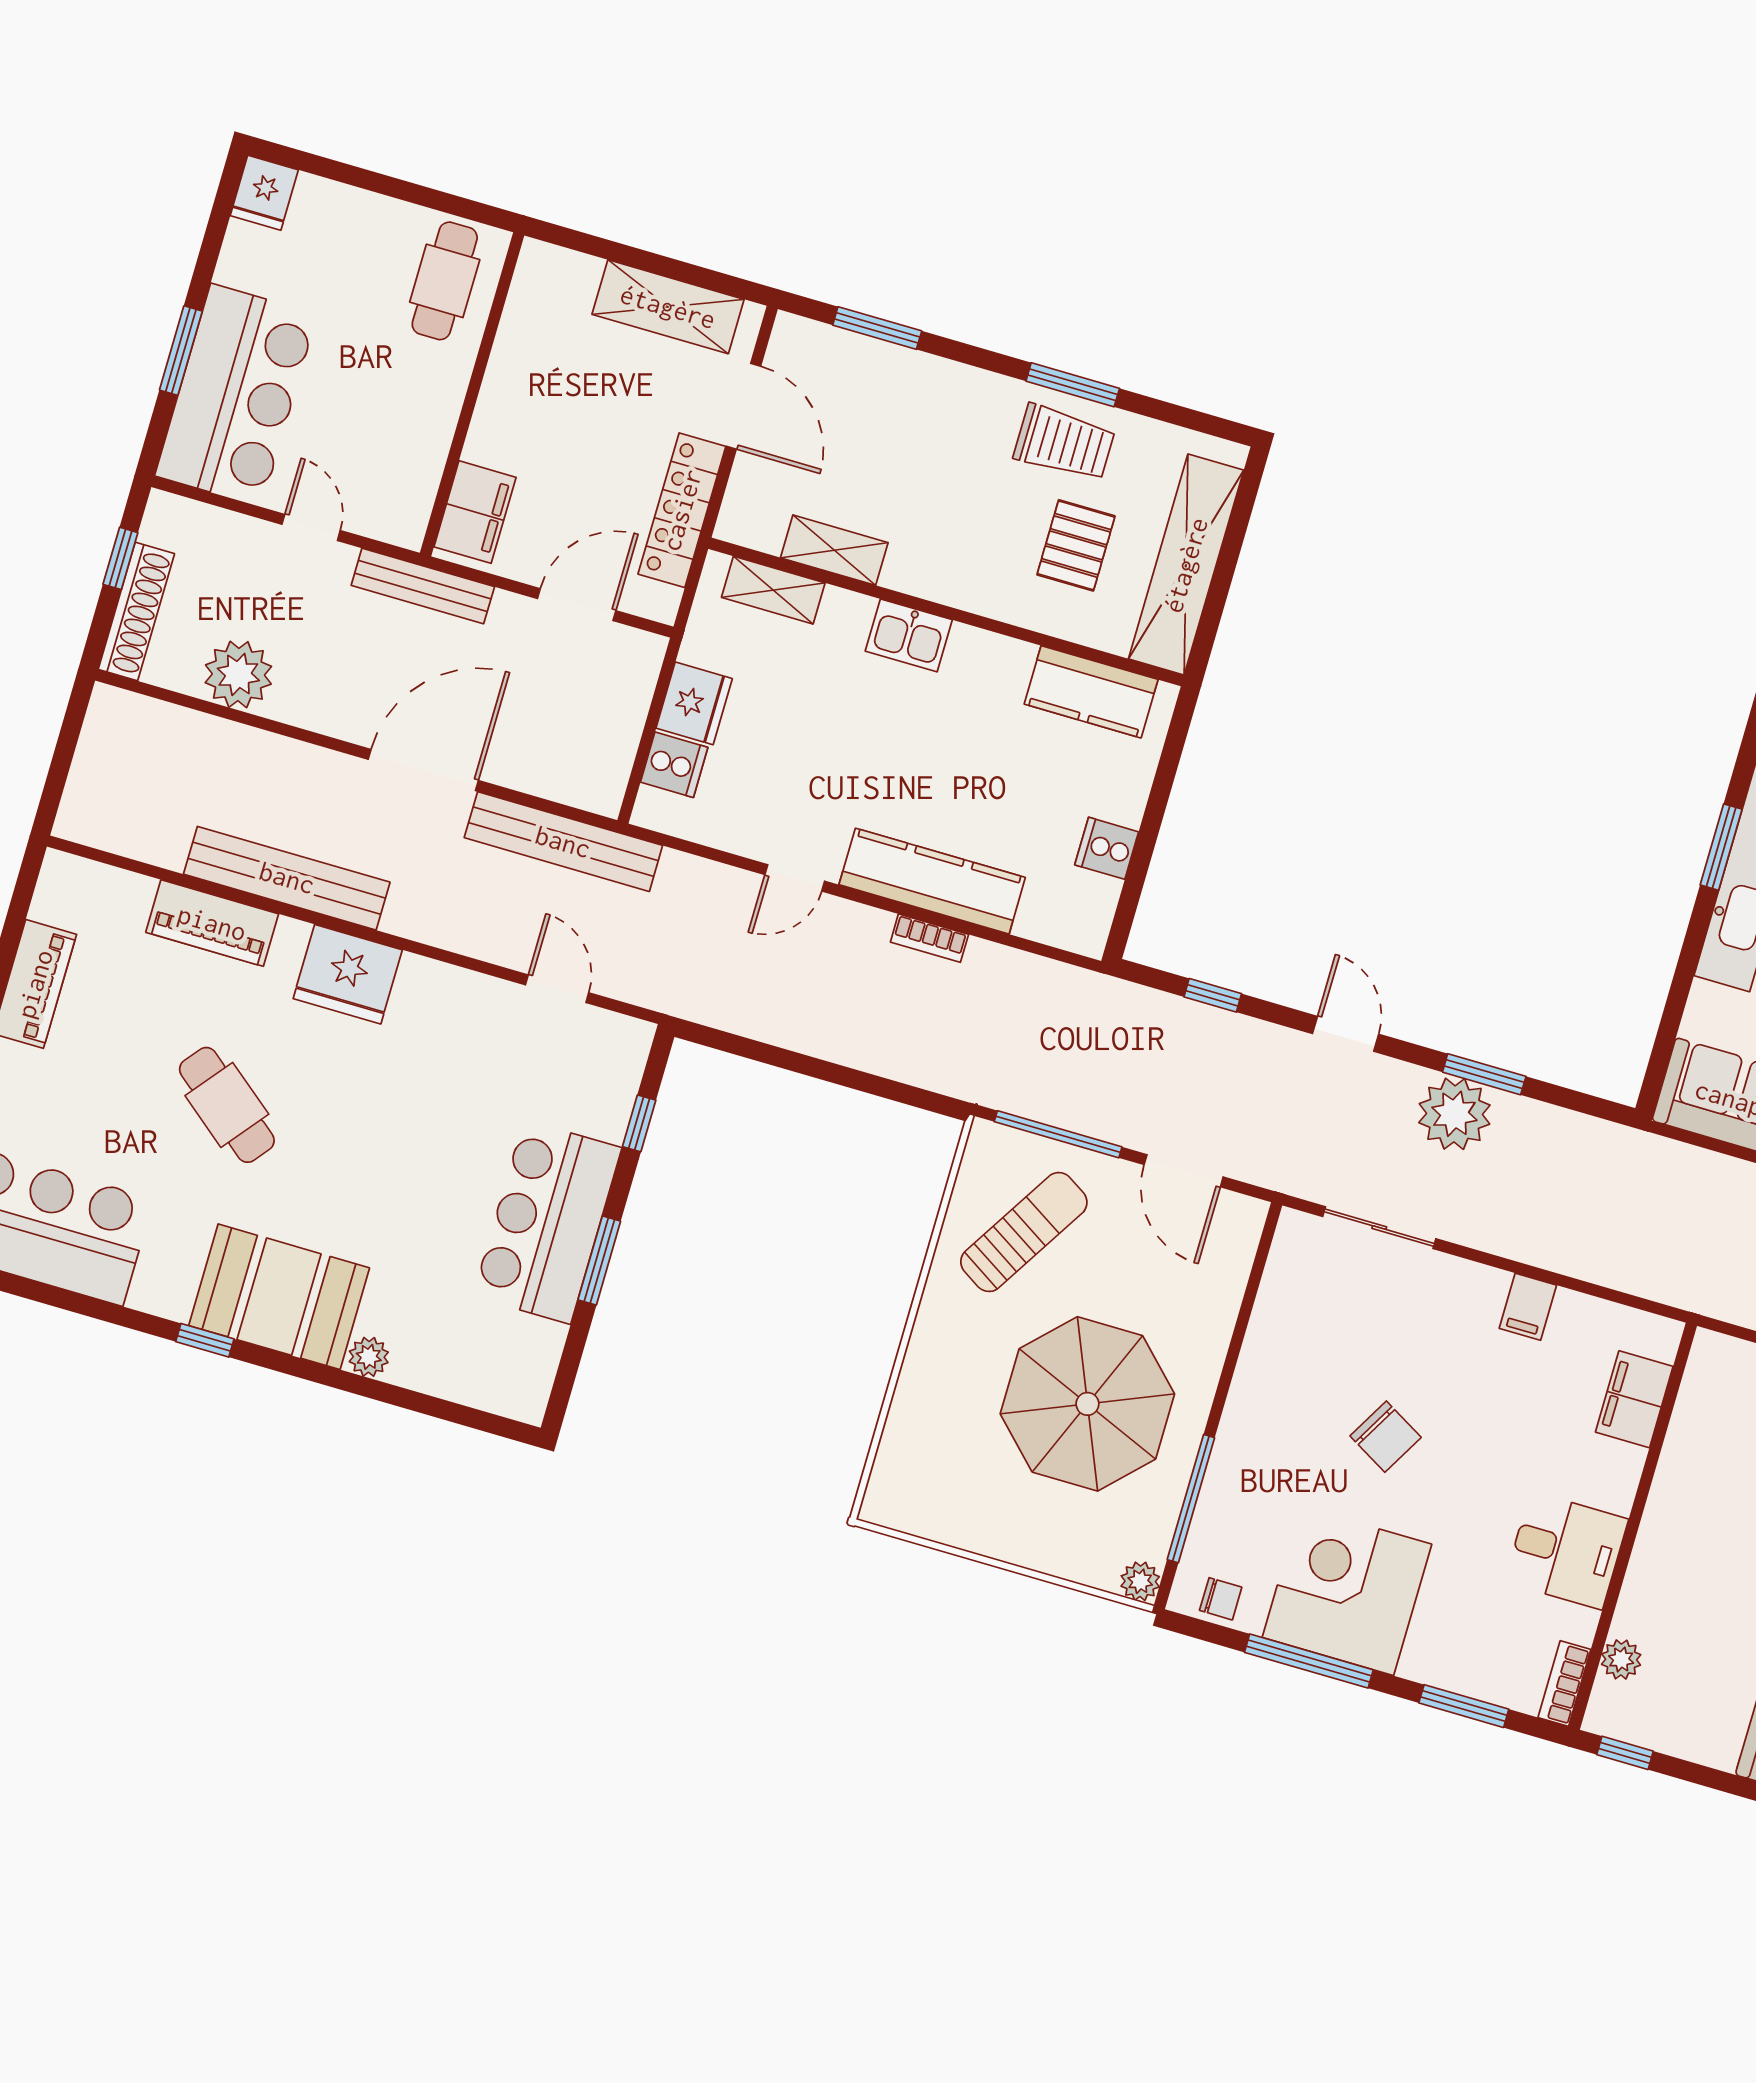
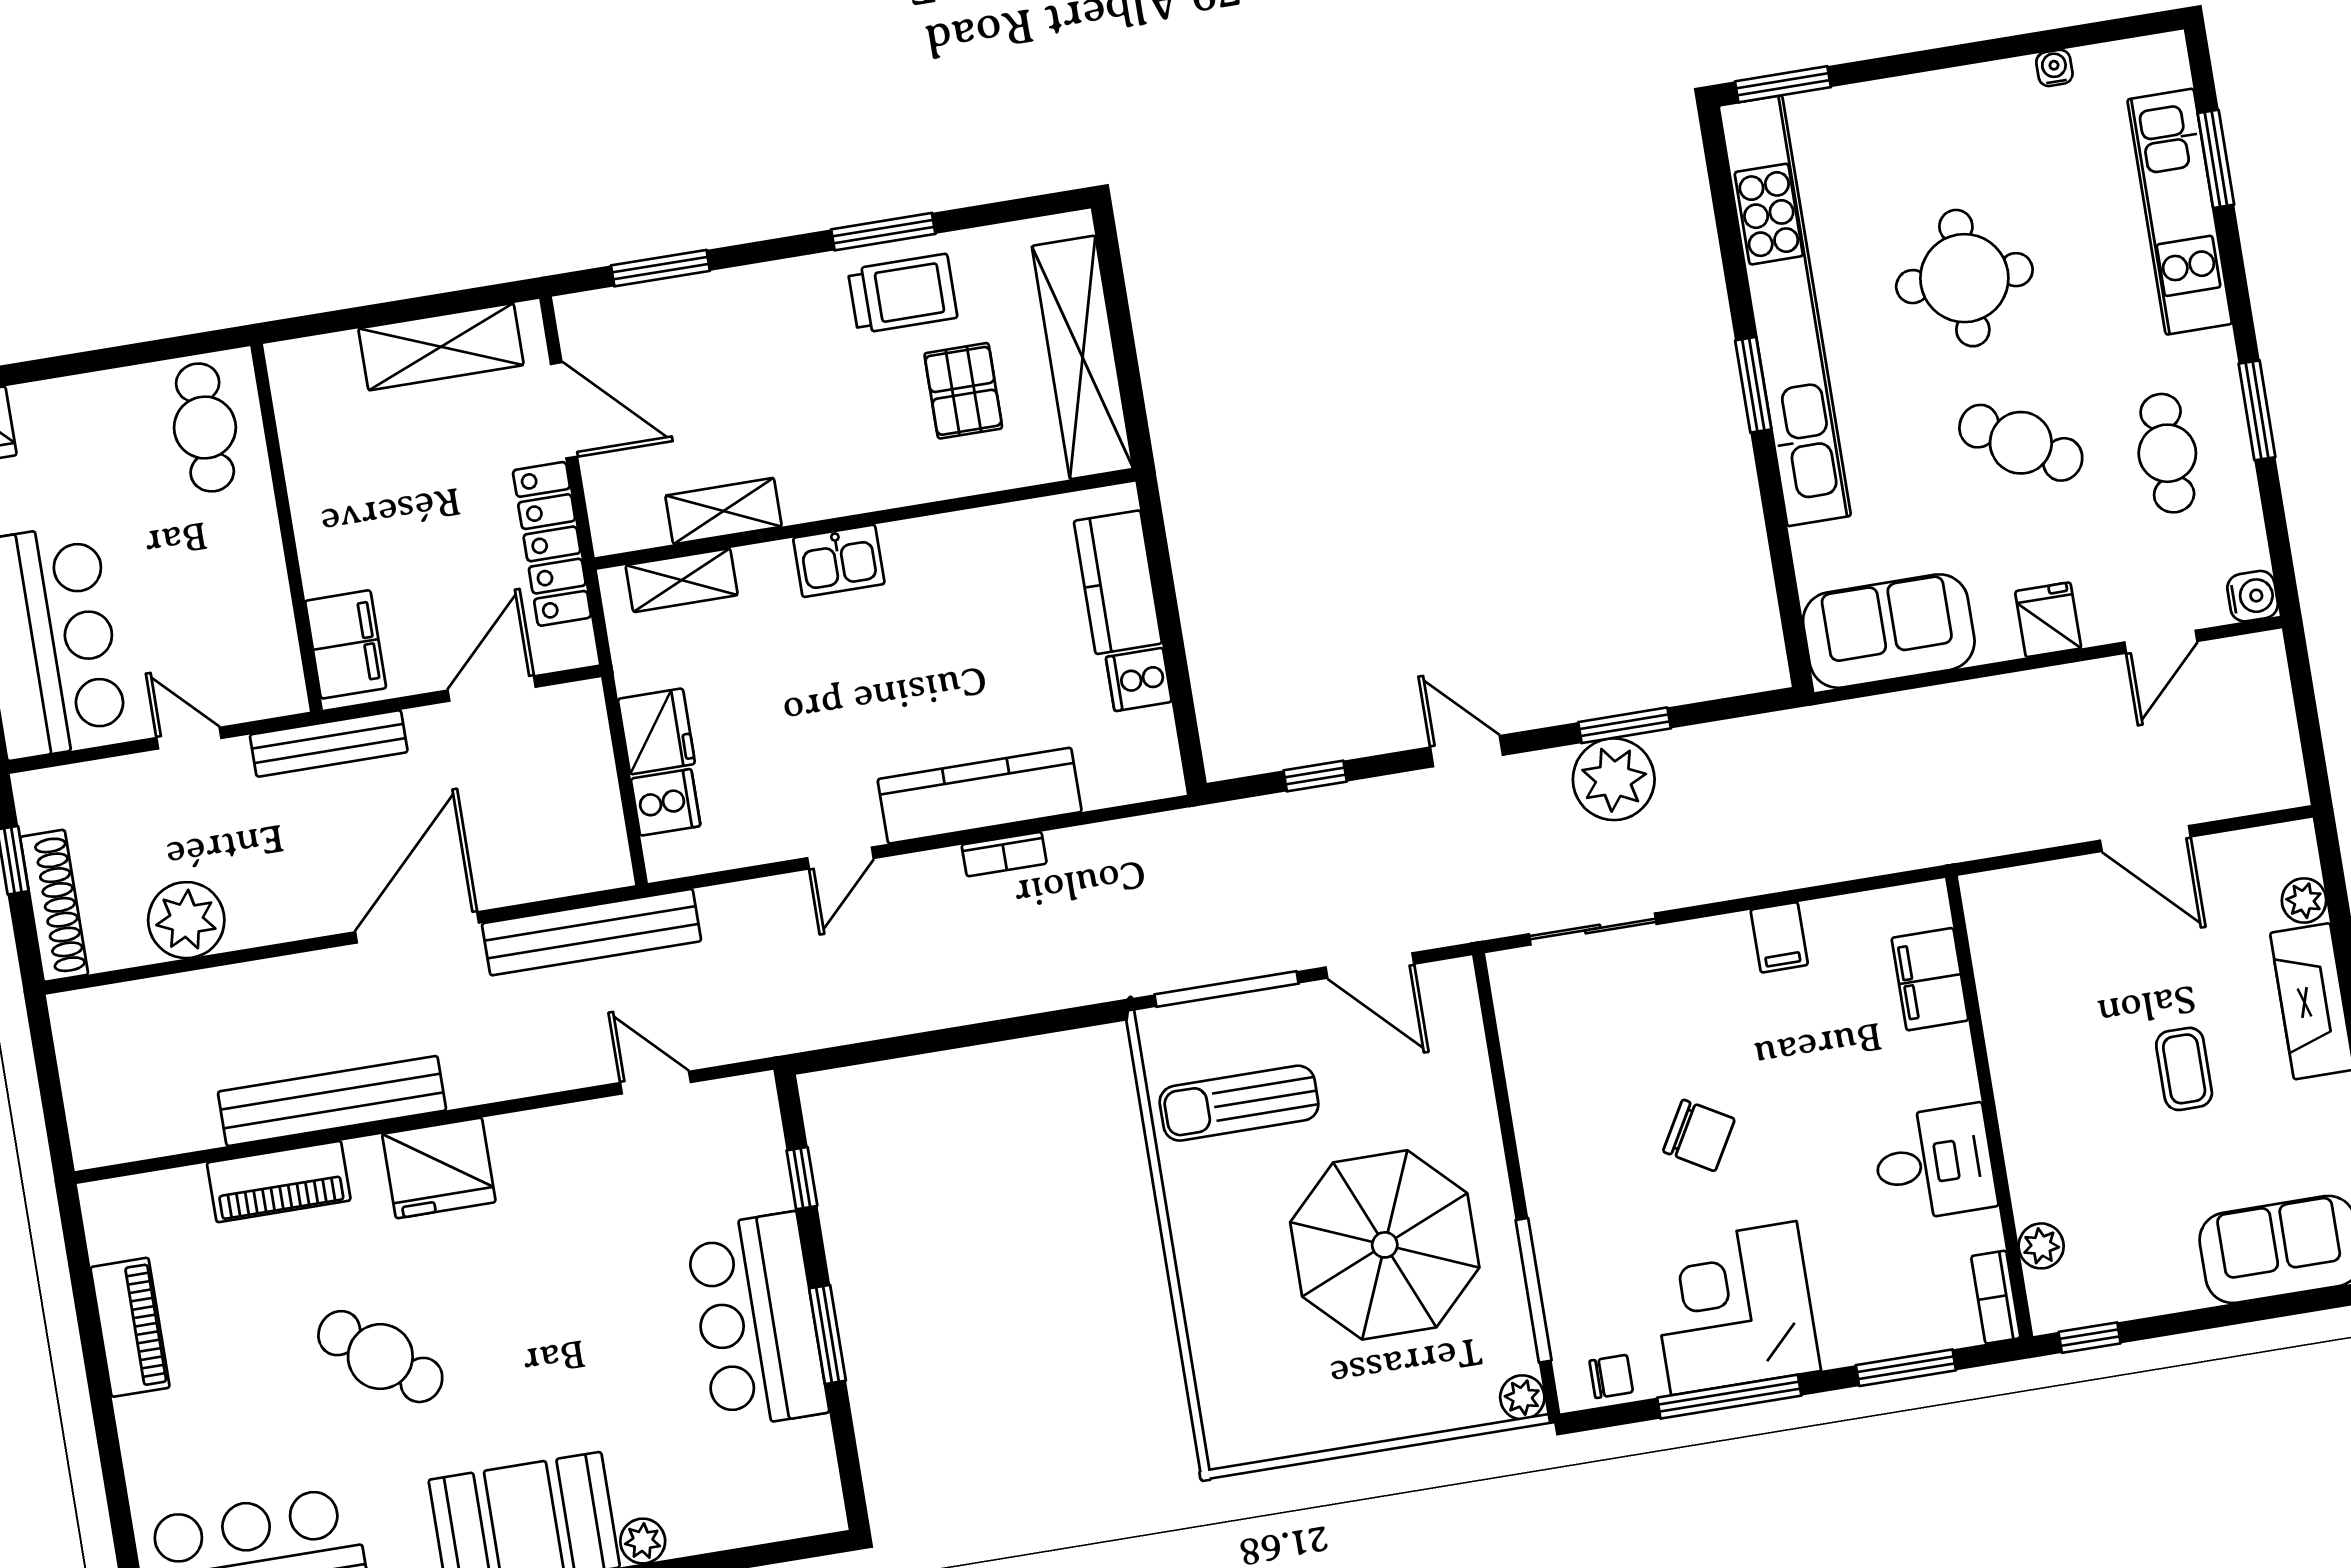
kitchen counter: (1091, 692) -> (1118, 582), moved, turned 90
sun lounger: (1024, 1232) -> (1239, 1103), turned -122

